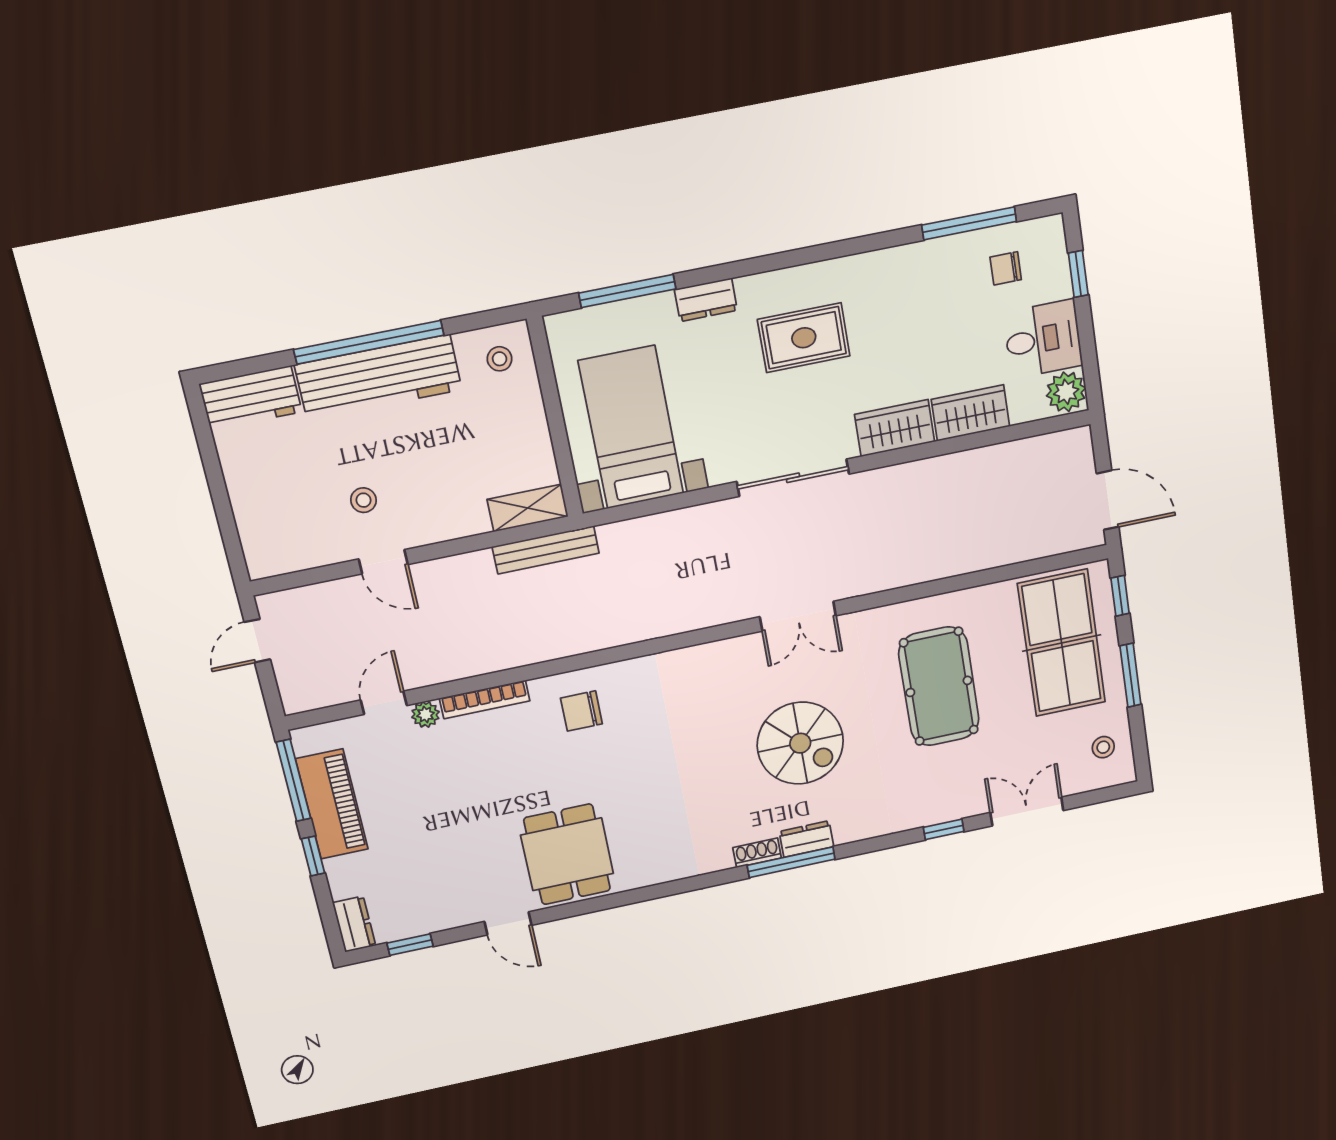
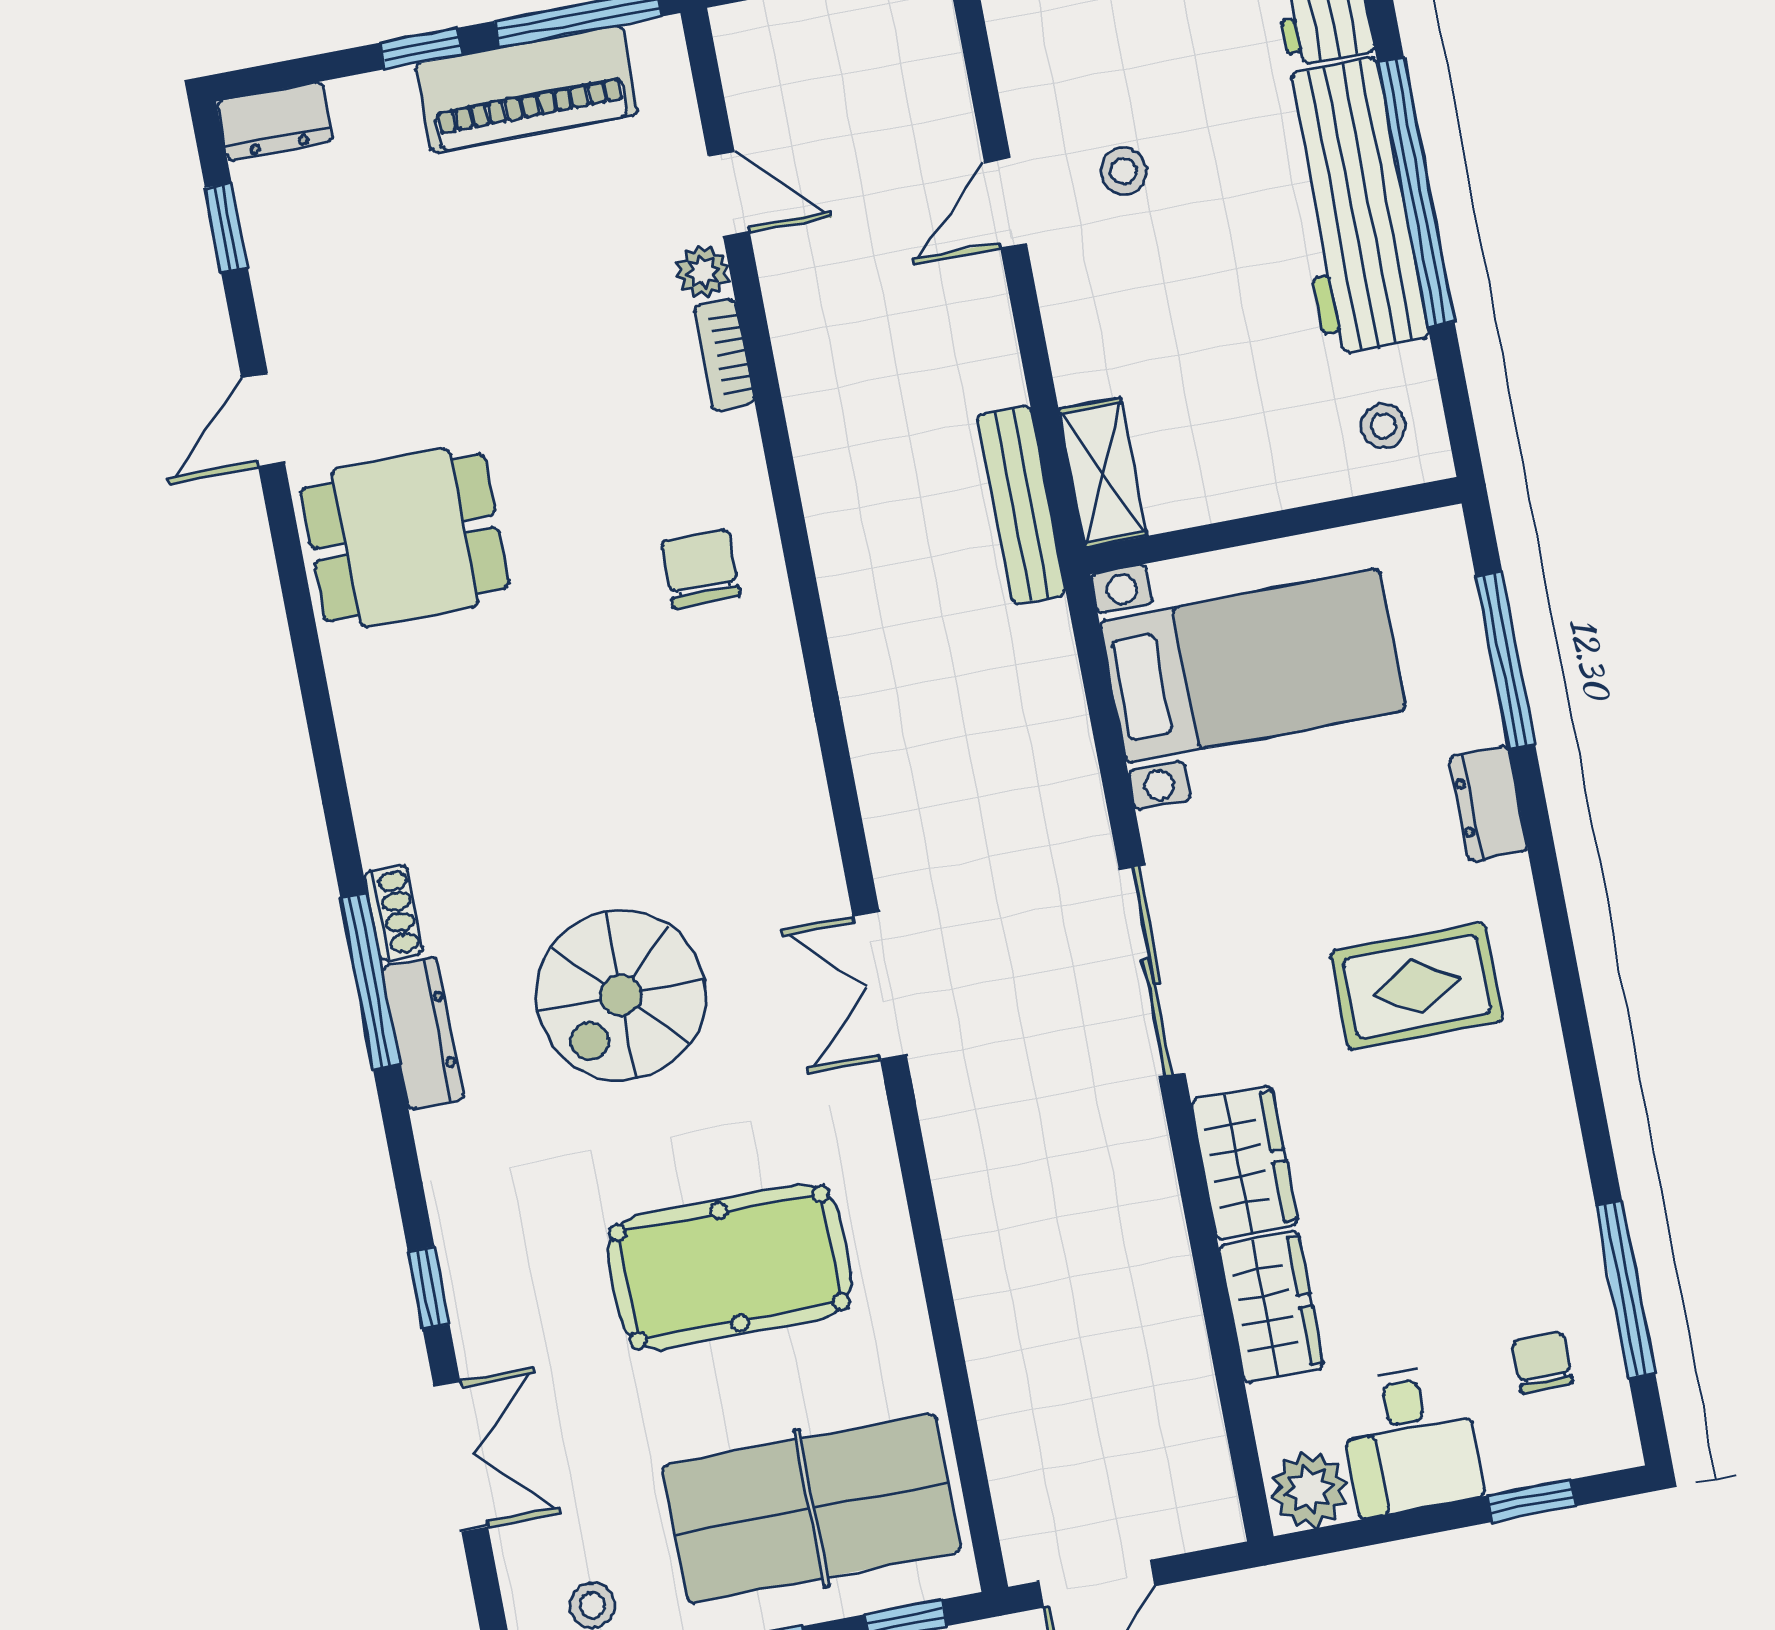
rug: (804, 338) -> (1417, 986), turned 90
bookcase: (485, 699) -> (724, 355), width x0.64
dresser: (807, 839) -> (423, 1033), width x1.44

